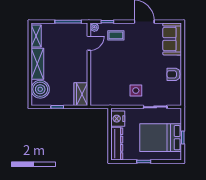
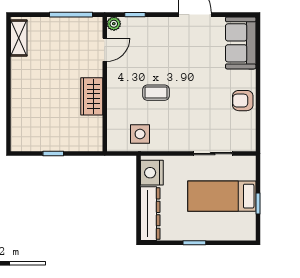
coffee table: (116, 35) -> (156, 93), moved
shelving: (37, 64) -> (21, 83), removed
boiler: (40, 89) -> (25, 125), removed
side table: (136, 90) -> (140, 134), moved
wardrobe: (81, 94) -> (92, 96), moved
bed: (161, 138) -> (222, 196), width x0.67

